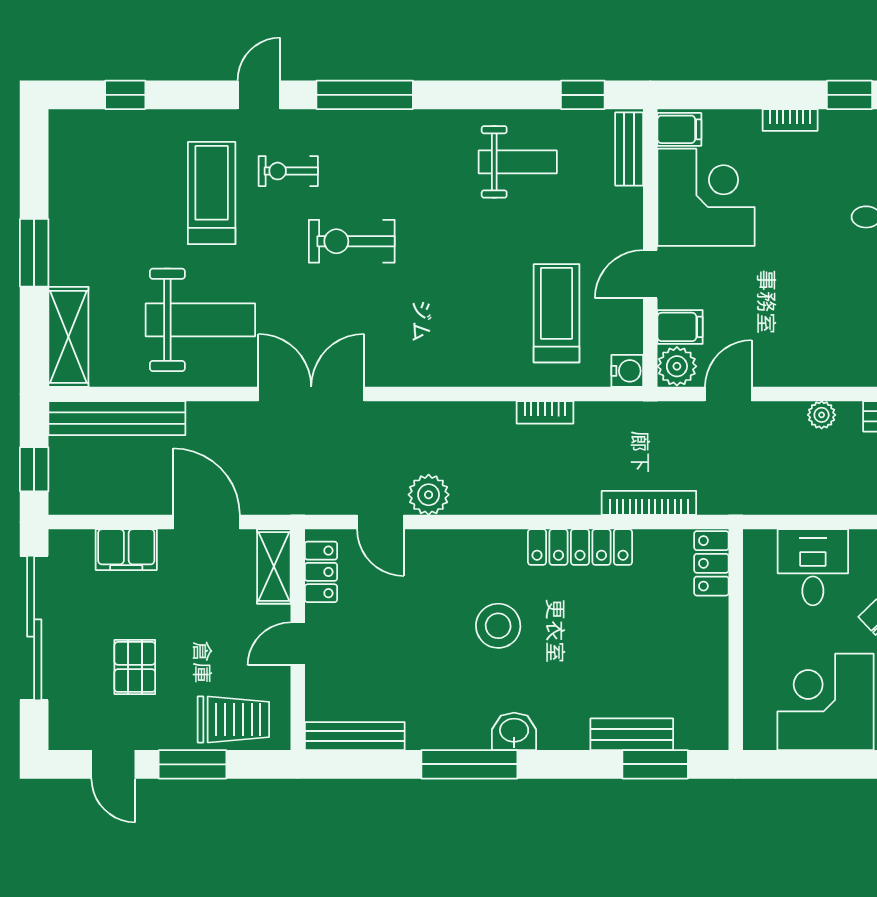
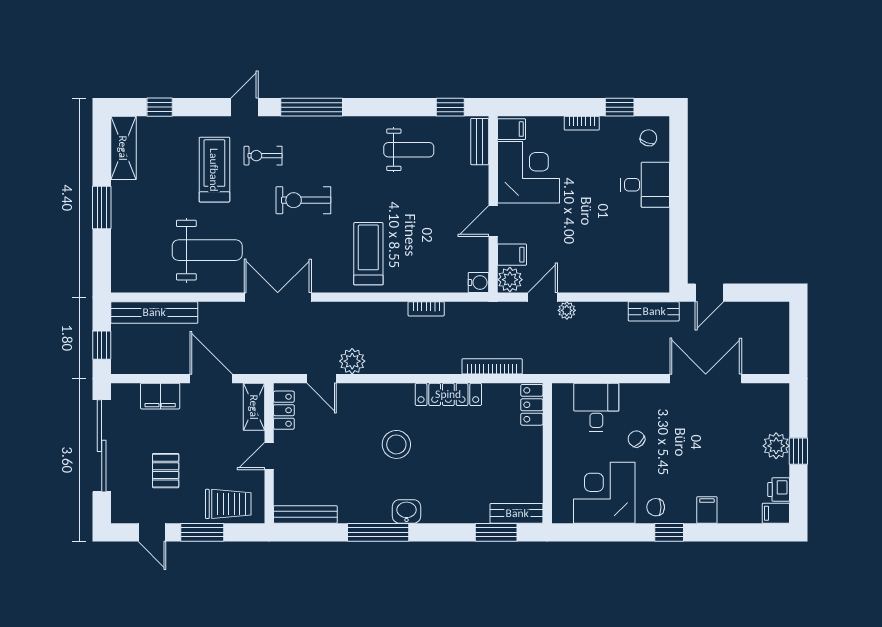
treadmill: (557, 313) -> (368, 254), moved
shelving: (68, 337) -> (123, 148), moved
plant: (822, 415) -> (567, 310), moved
bench: (632, 734) -> (517, 513), moved

